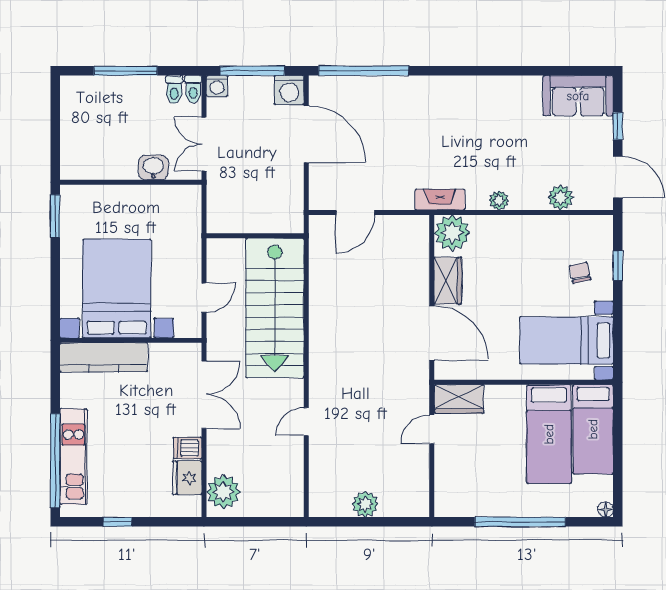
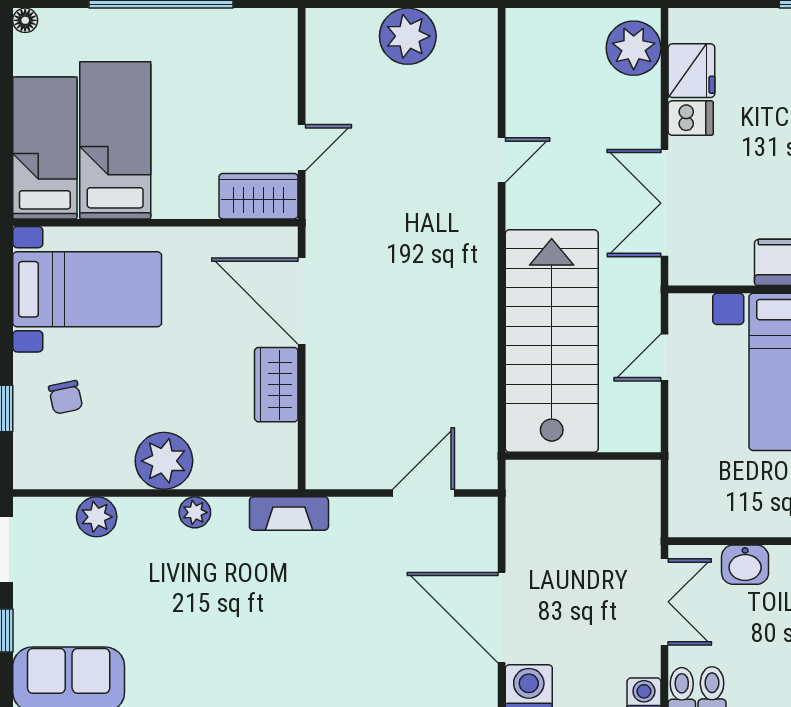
plant: (452, 233) -> (164, 461), moved
plant: (365, 504) -> (408, 36), width x1.36, depth x1.36

